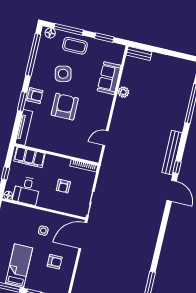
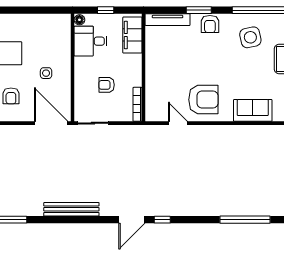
side table: (63, 74) -> (250, 37), moved
plant: (123, 92) -> (240, 132), removed
armchair: (65, 107) -> (203, 100), moved
bench: (172, 153) -> (71, 209), moved

